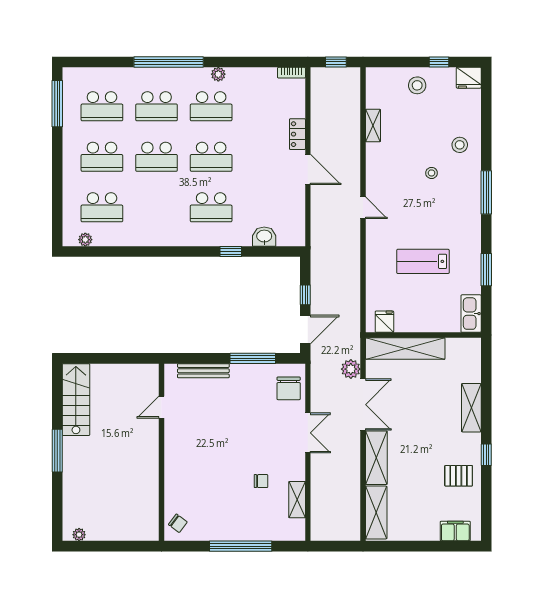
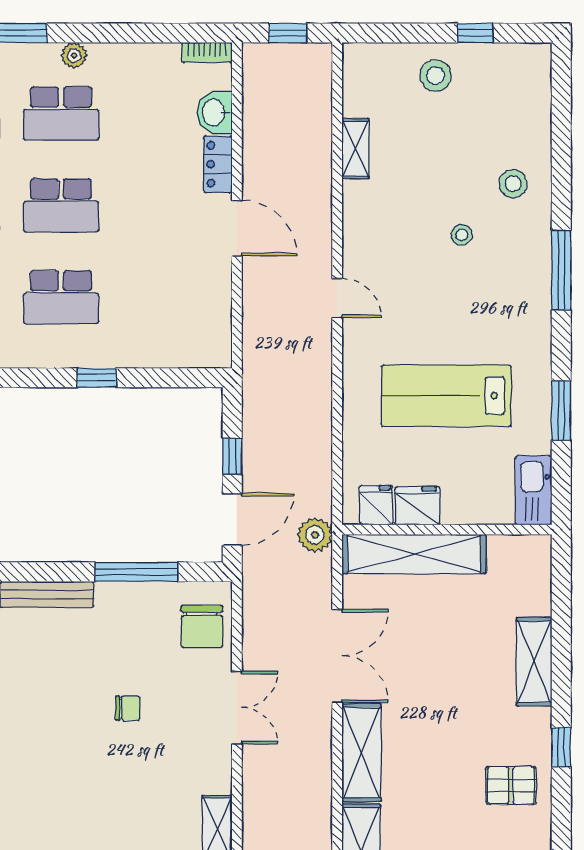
fridge: (469, 78) -> (418, 506), moved, turned 180
washbasin: (264, 237) -> (215, 112), moved, turned -90
lab bench: (423, 261) -> (446, 396), width x1.36, depth x1.39
plant: (351, 369) -> (315, 535), moved
chair: (261, 481) -> (128, 708), moved

